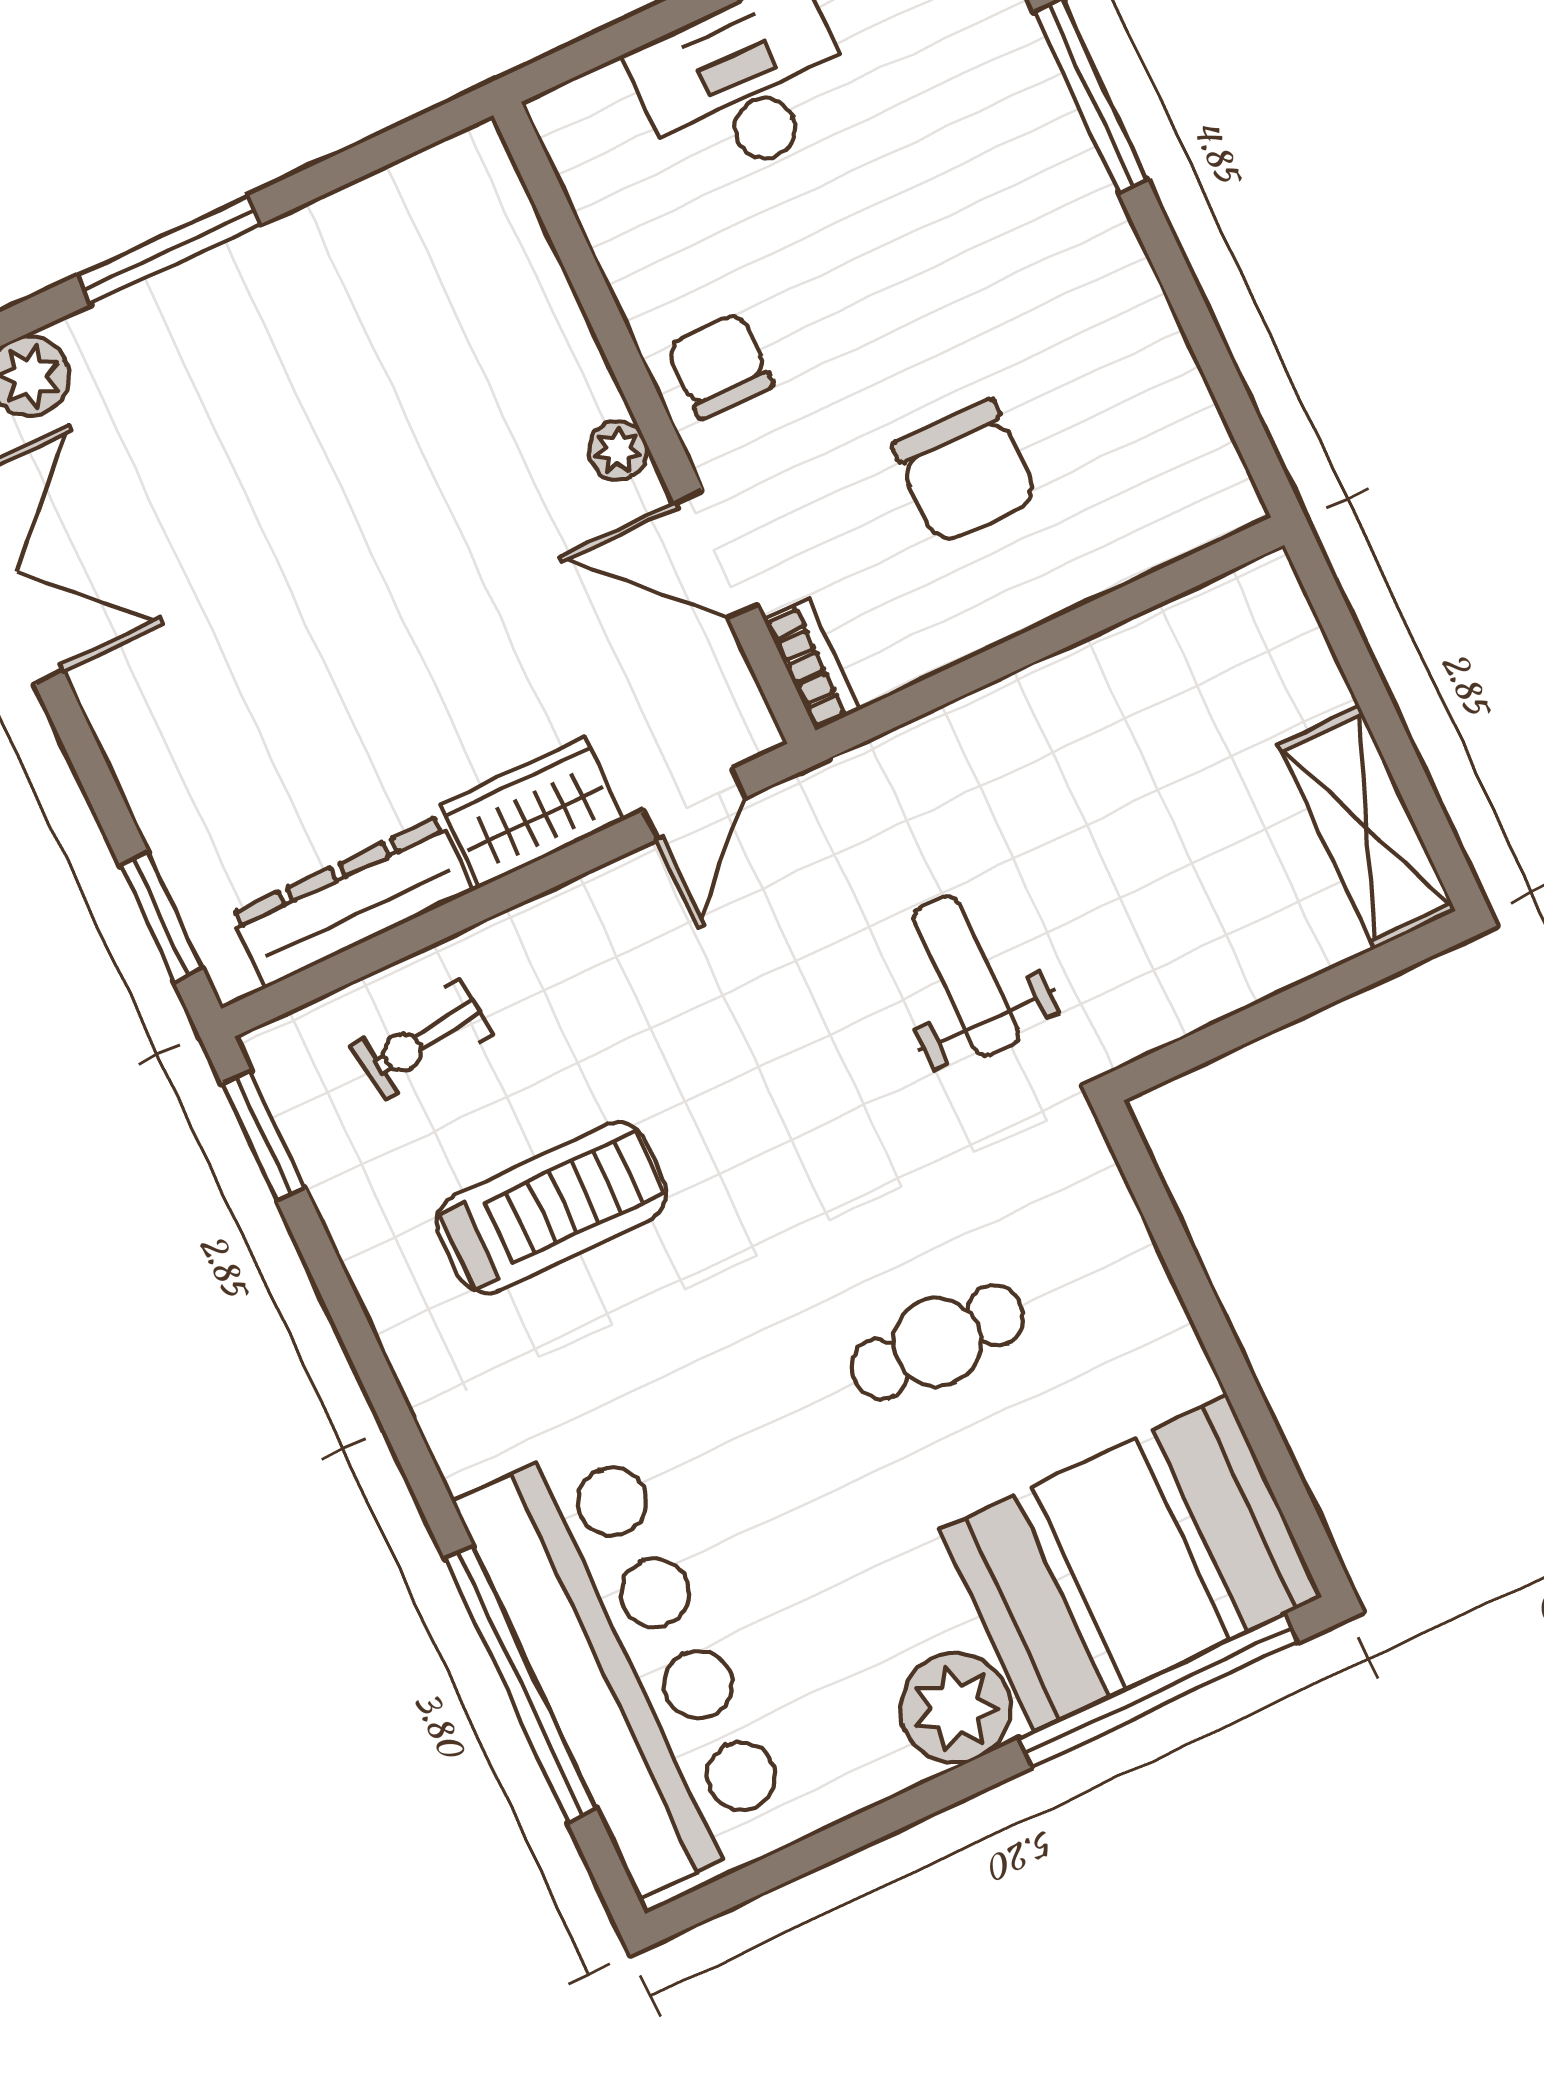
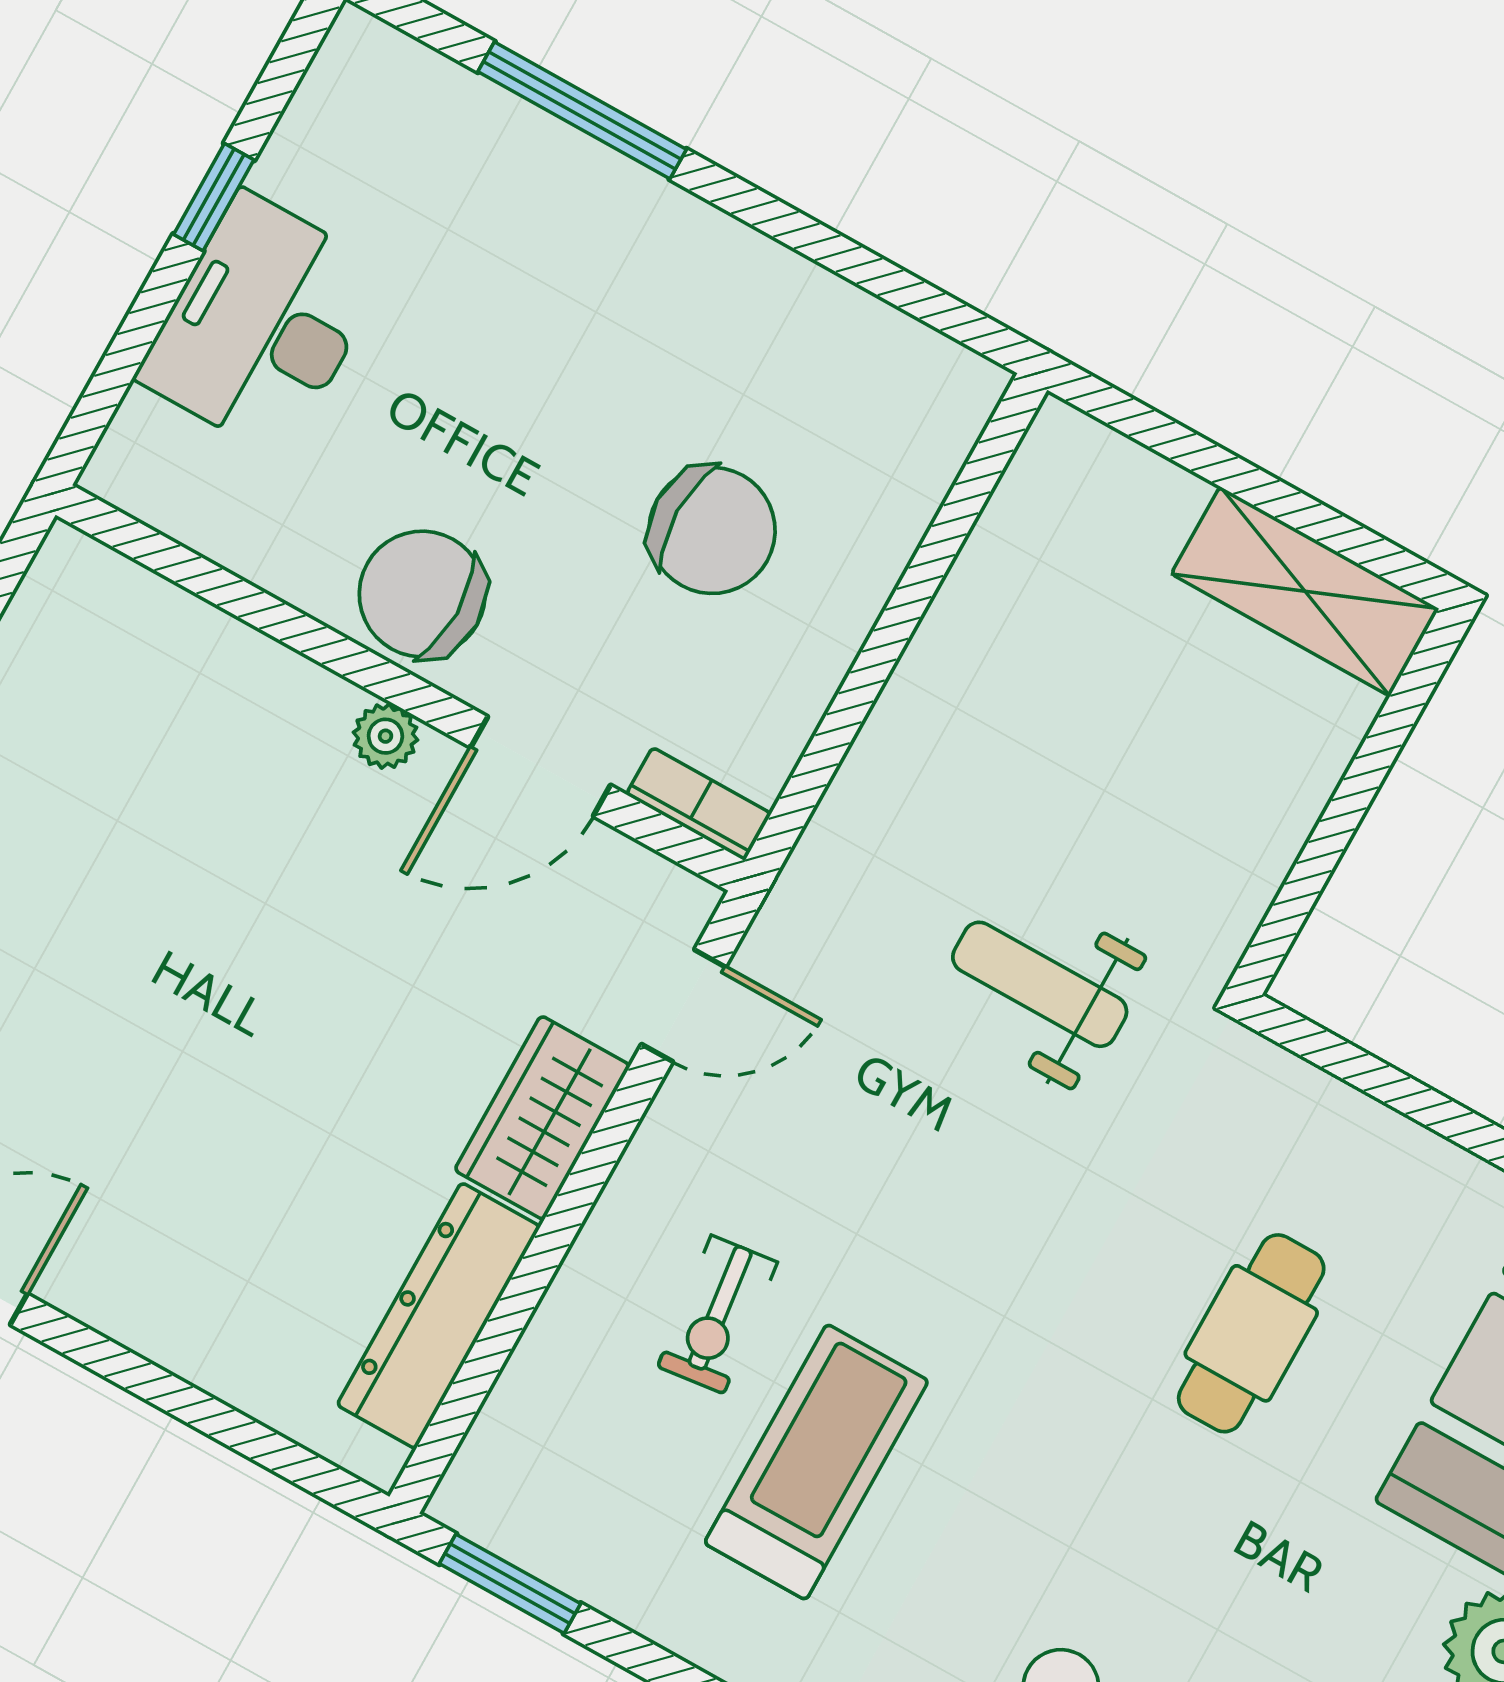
chair: (720, 366) -> (422, 594), width x1.37, depth x1.37
door: (695, 804) -> (684, 1006), hinge flipped
window: (161, 917) -> (276, 1453), removed
exercise bike: (422, 1040) -> (717, 1314), moved

